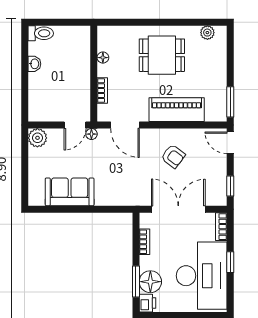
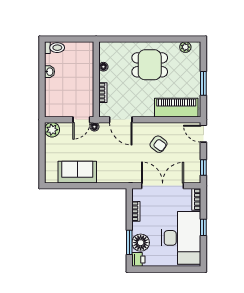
window: (230, 102) -> (203, 83), moved
piano: (177, 110) -> (176, 108), moved

